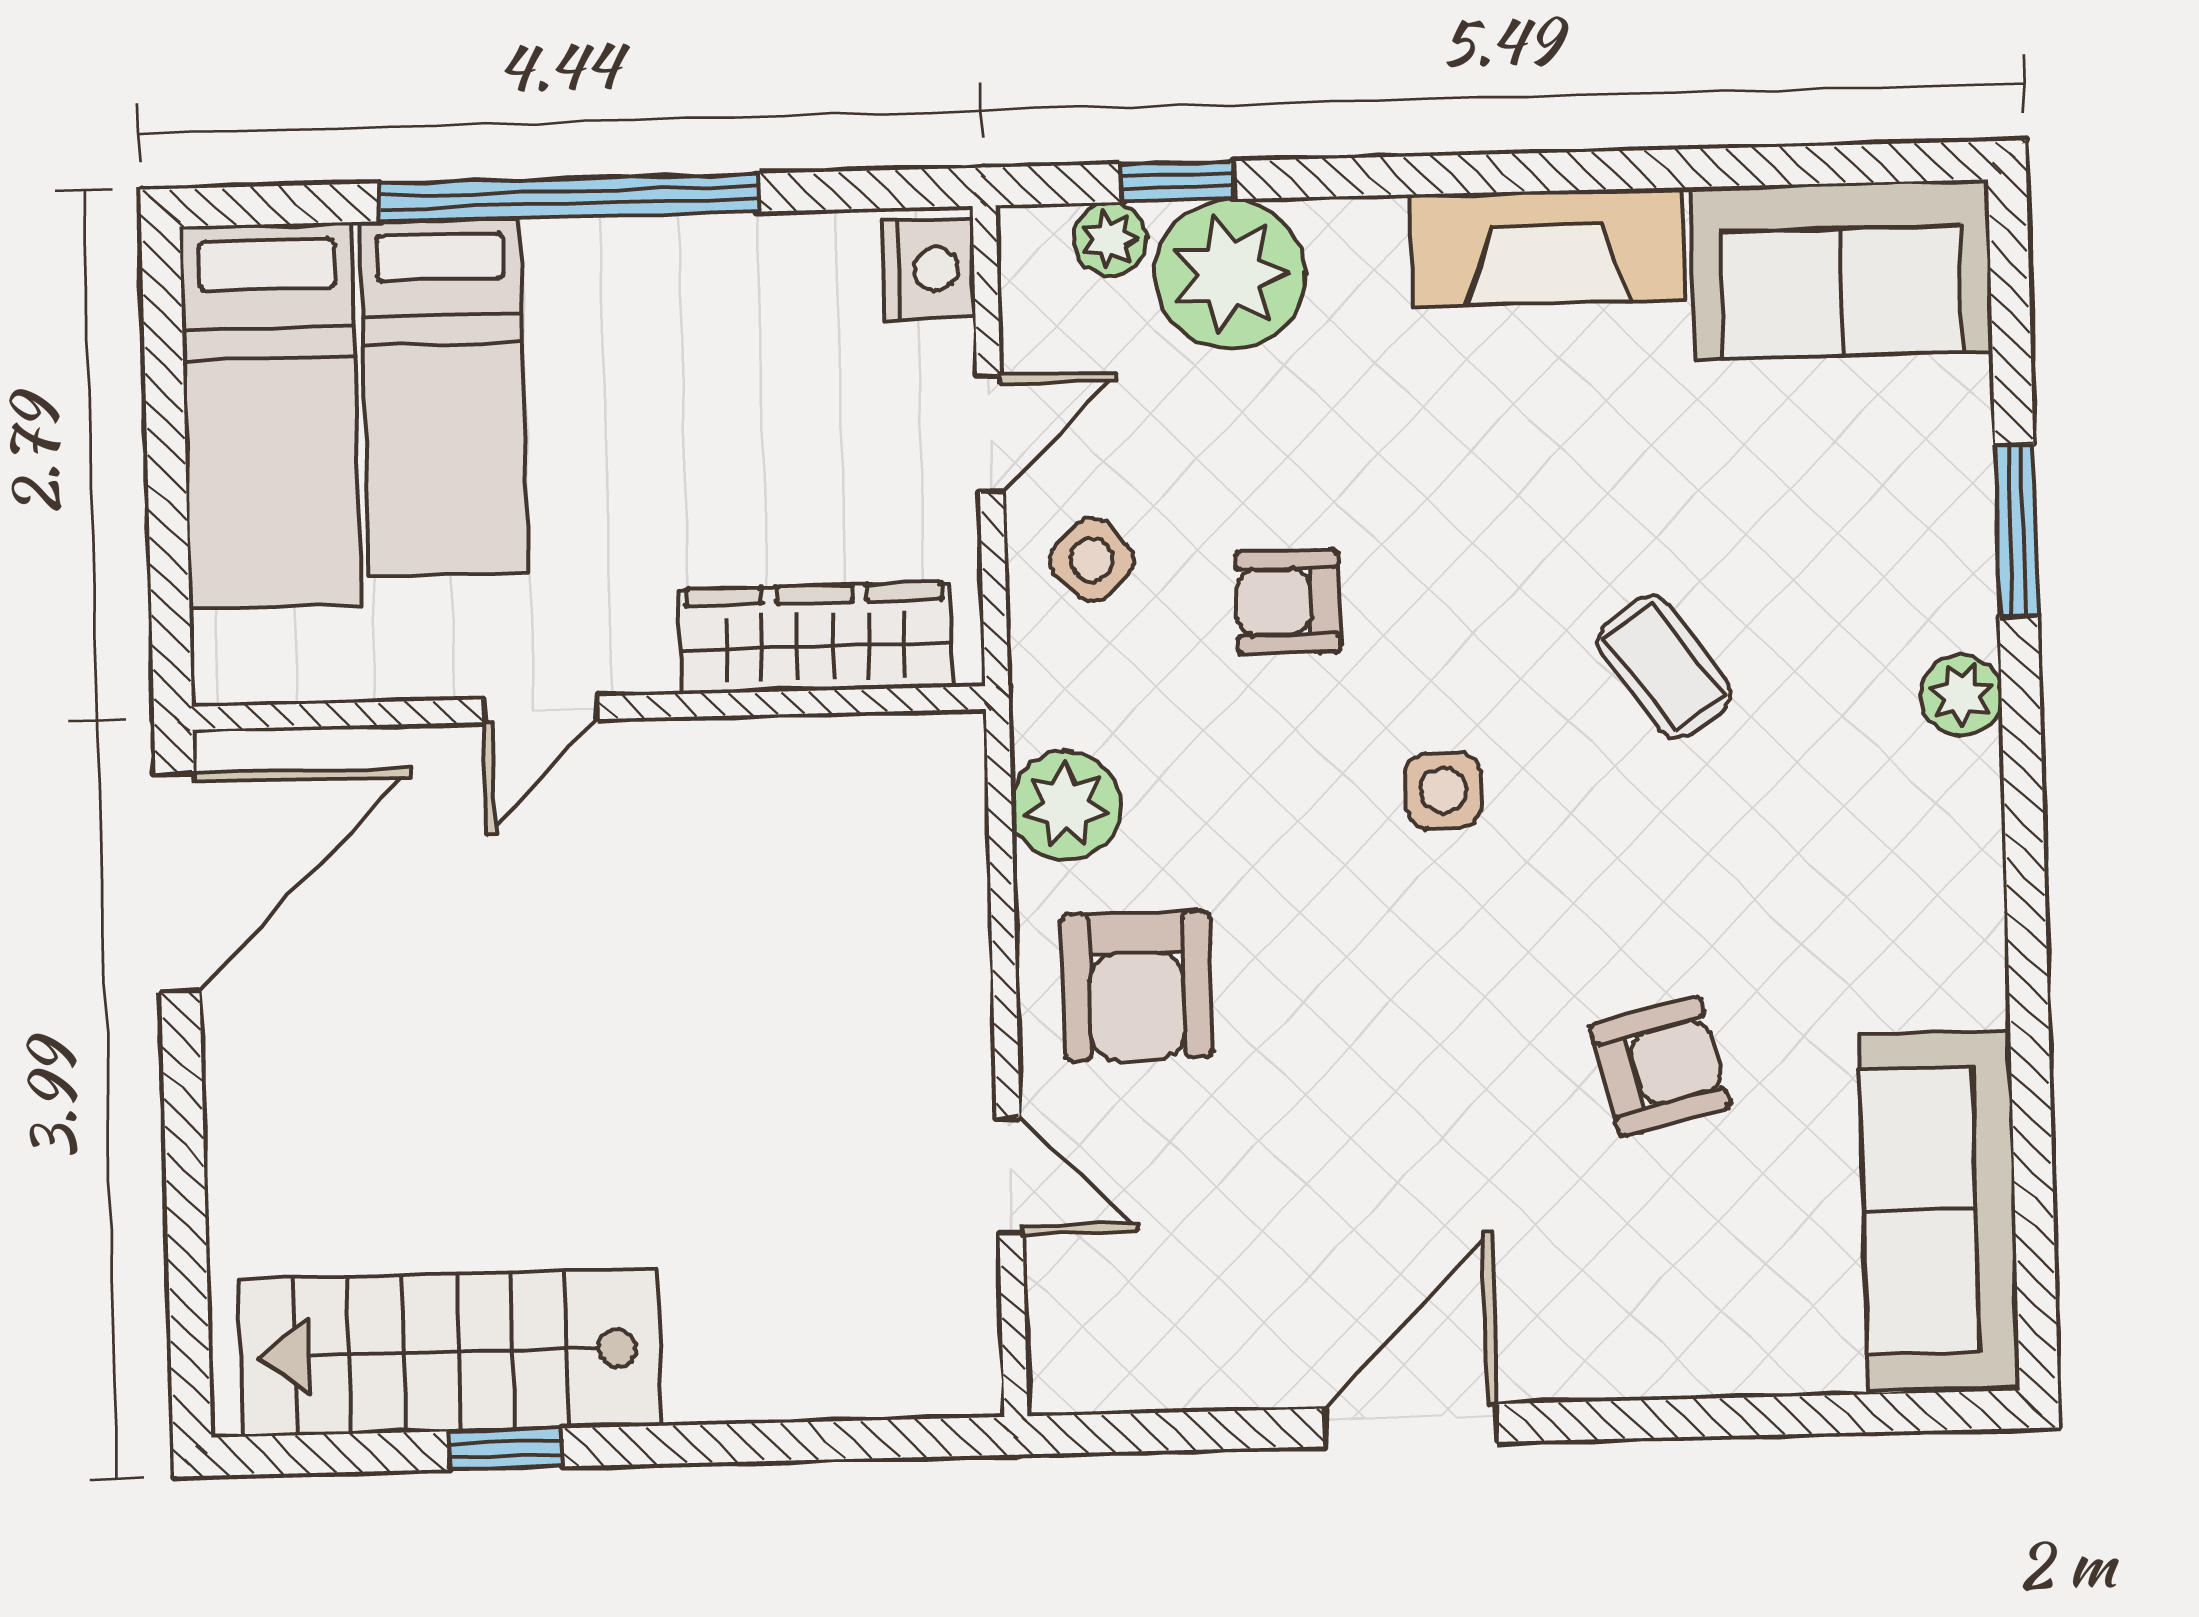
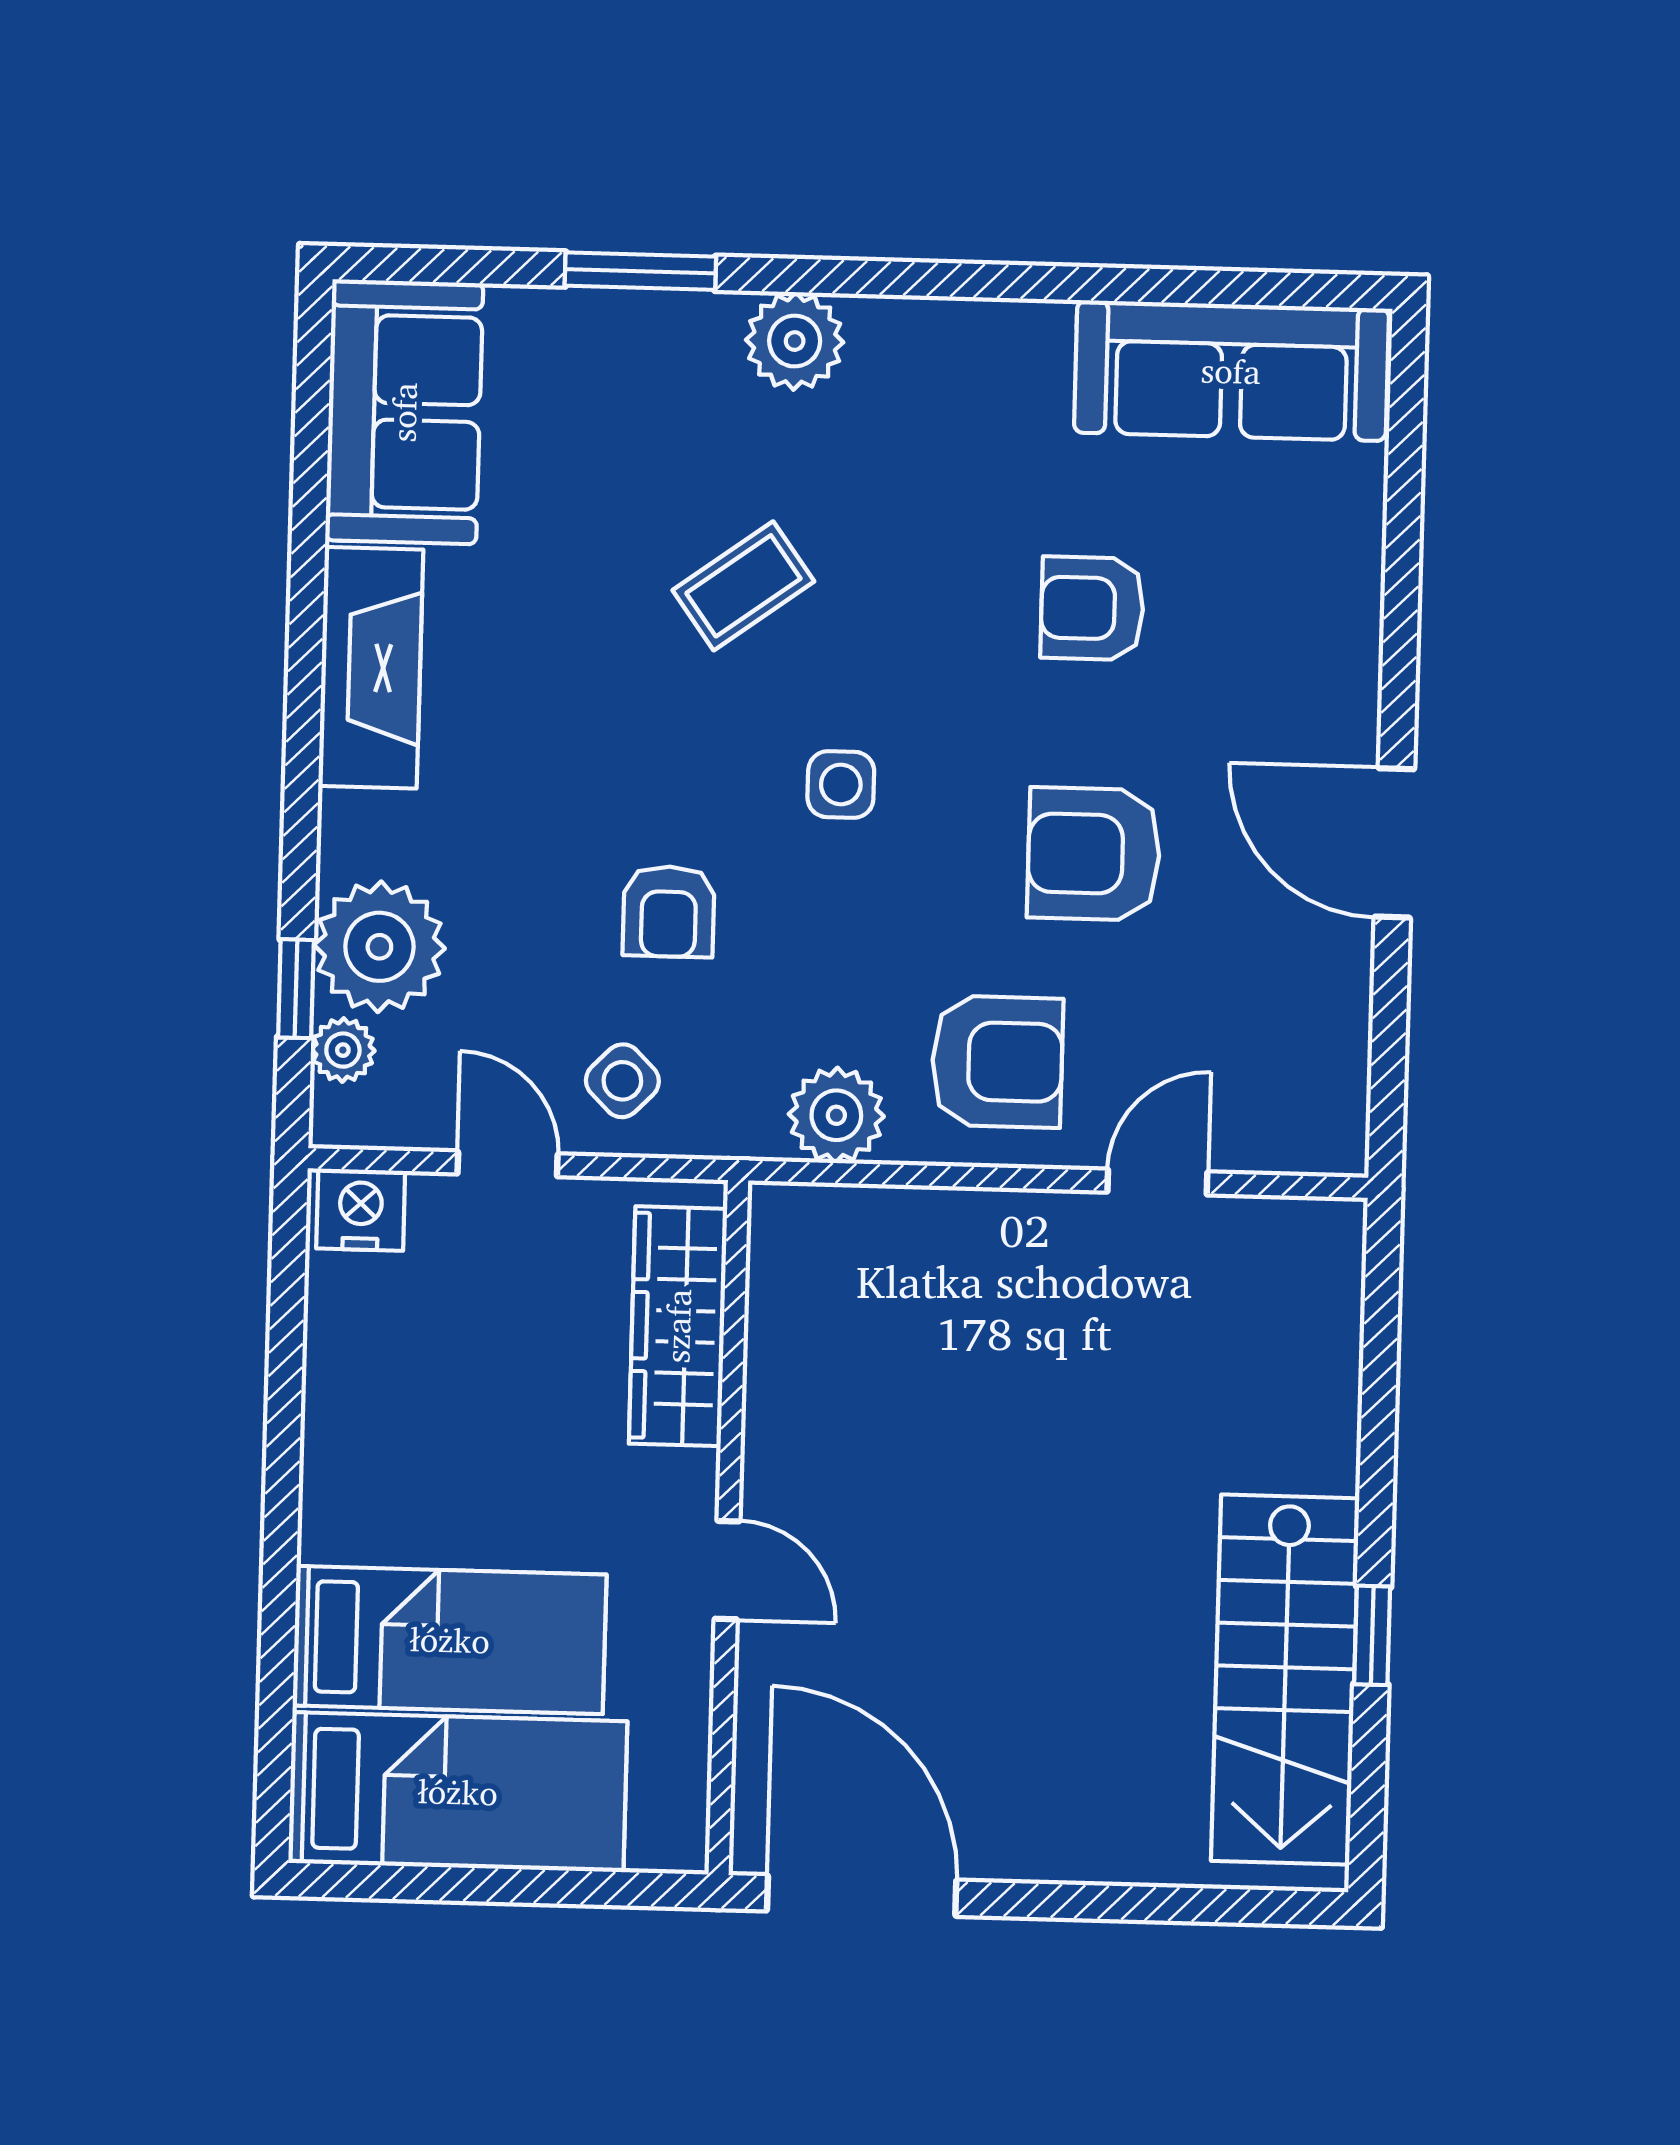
window: (569, 197) -> (281, 1521), removed
plant: (1961, 695) -> (795, 341), width x1.38, depth x1.38
armchair: (1660, 1066) -> (1092, 608), turned -76
armchair: (1380, 1083) -> (1094, 854), added

